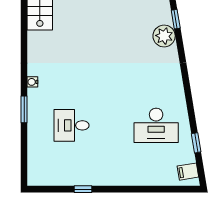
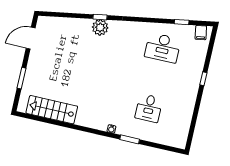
window: (176, 19) -> (100, 17), moved
desk: (156, 125) -> (163, 48), turned 90
window: (83, 189) -> (203, 79), moved

